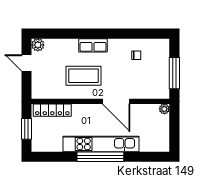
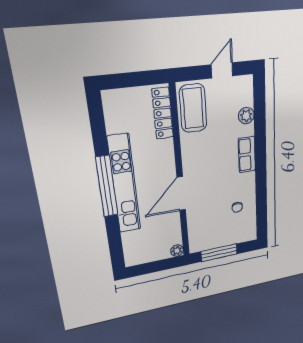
plant: (38, 45) -> (246, 116), moved
coffee table: (84, 76) -> (193, 108), moved
window: (27, 129) -> (133, 79), removed

